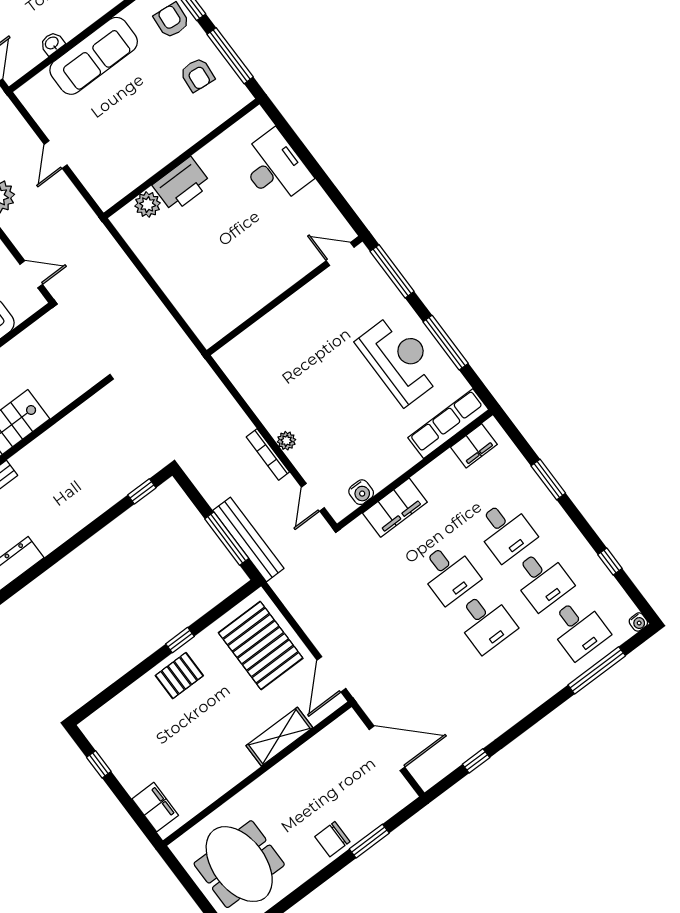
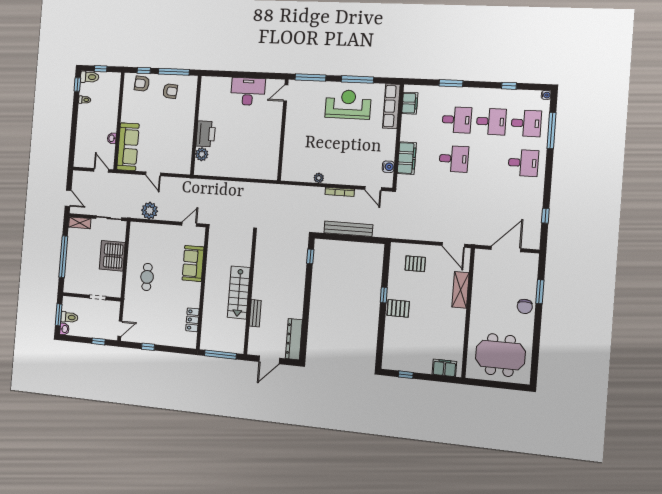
sofa: (94, 56) -> (128, 147), moved
desk: (275, 168) -> (248, 91), moved
plant: (286, 441) -> (319, 178), moved
window: (227, 539) -> (359, 239), removed
bench: (248, 539) -> (348, 229), moved
desk: (485, 622) -> (523, 163), moved
pallet: (261, 645) -> (415, 264), width x0.49, depth x0.50
pallet: (179, 676) -> (398, 308), turned 90

